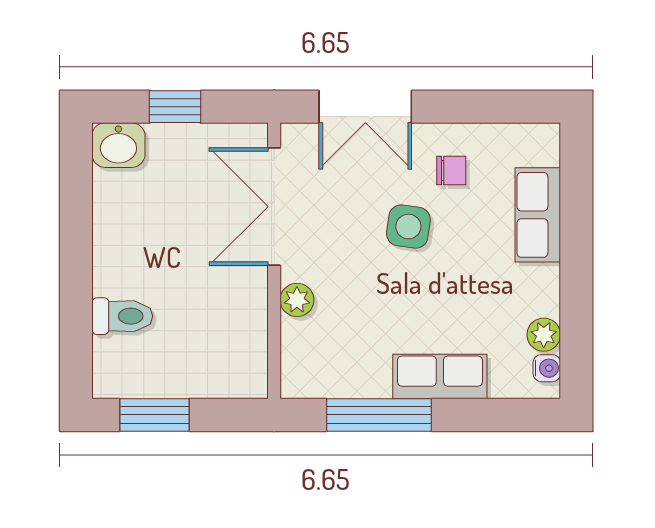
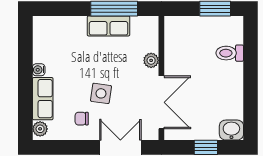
plant: (544, 335) -> (40, 129), moved
water cooler: (547, 368) -> (39, 70), moved
row of seats: (440, 377) -> (109, 26), moved

